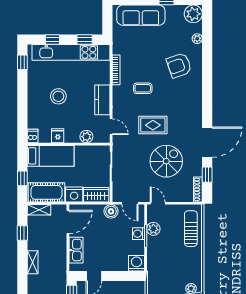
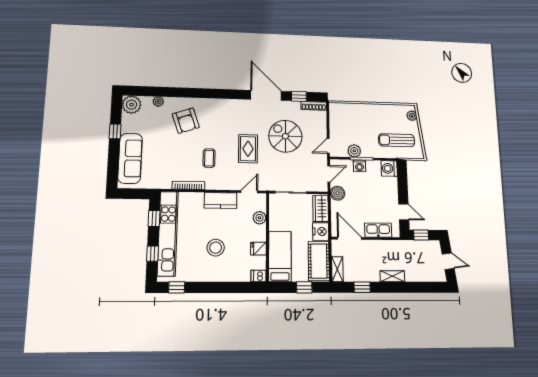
sun lounger: (191, 229) -> (397, 140), moved

